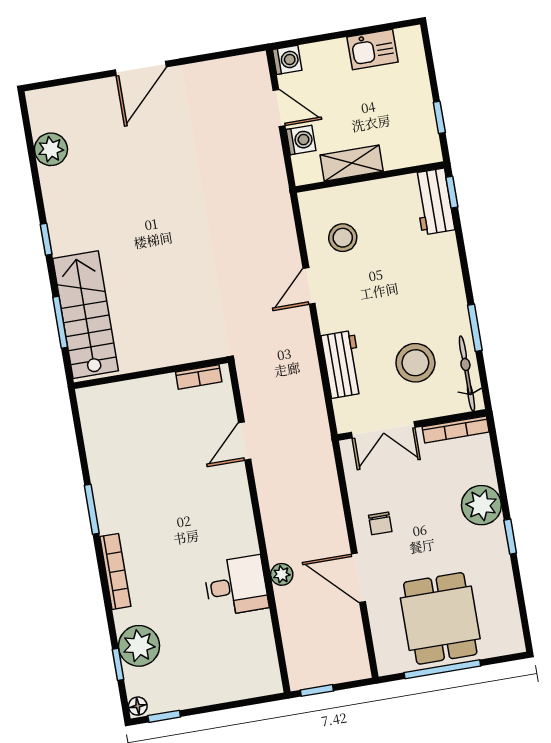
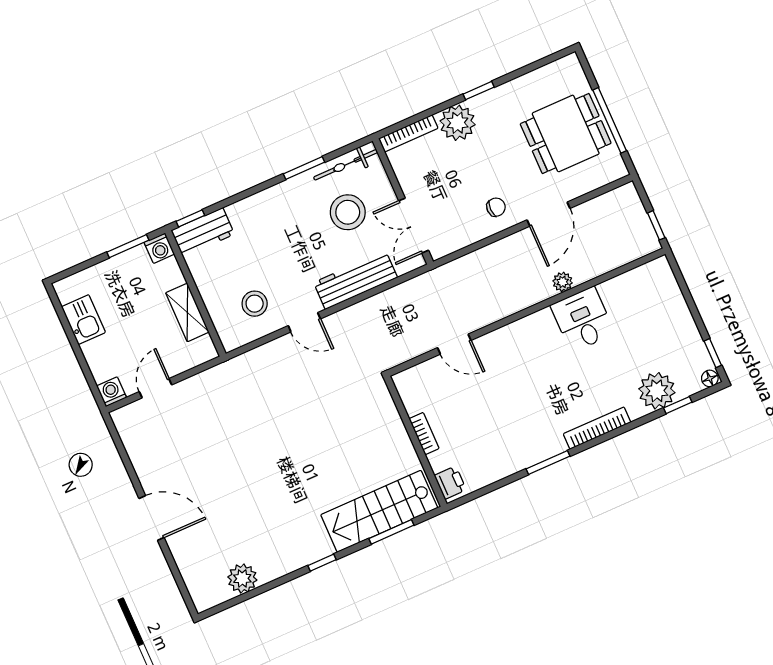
window: (439, 117) -> (128, 246), width x1.50
washing machine: (301, 140) -> (159, 248), moved, turned 180
workbench: (342, 364) -> (355, 280), width x1.38
bookcase: (199, 377) -> (424, 434), moved
printer: (97, 399) -> (450, 483), added
bookcase: (456, 429) -> (408, 133), moved, turned 90
double door: (383, 430) -> (414, 226), swing flipped

